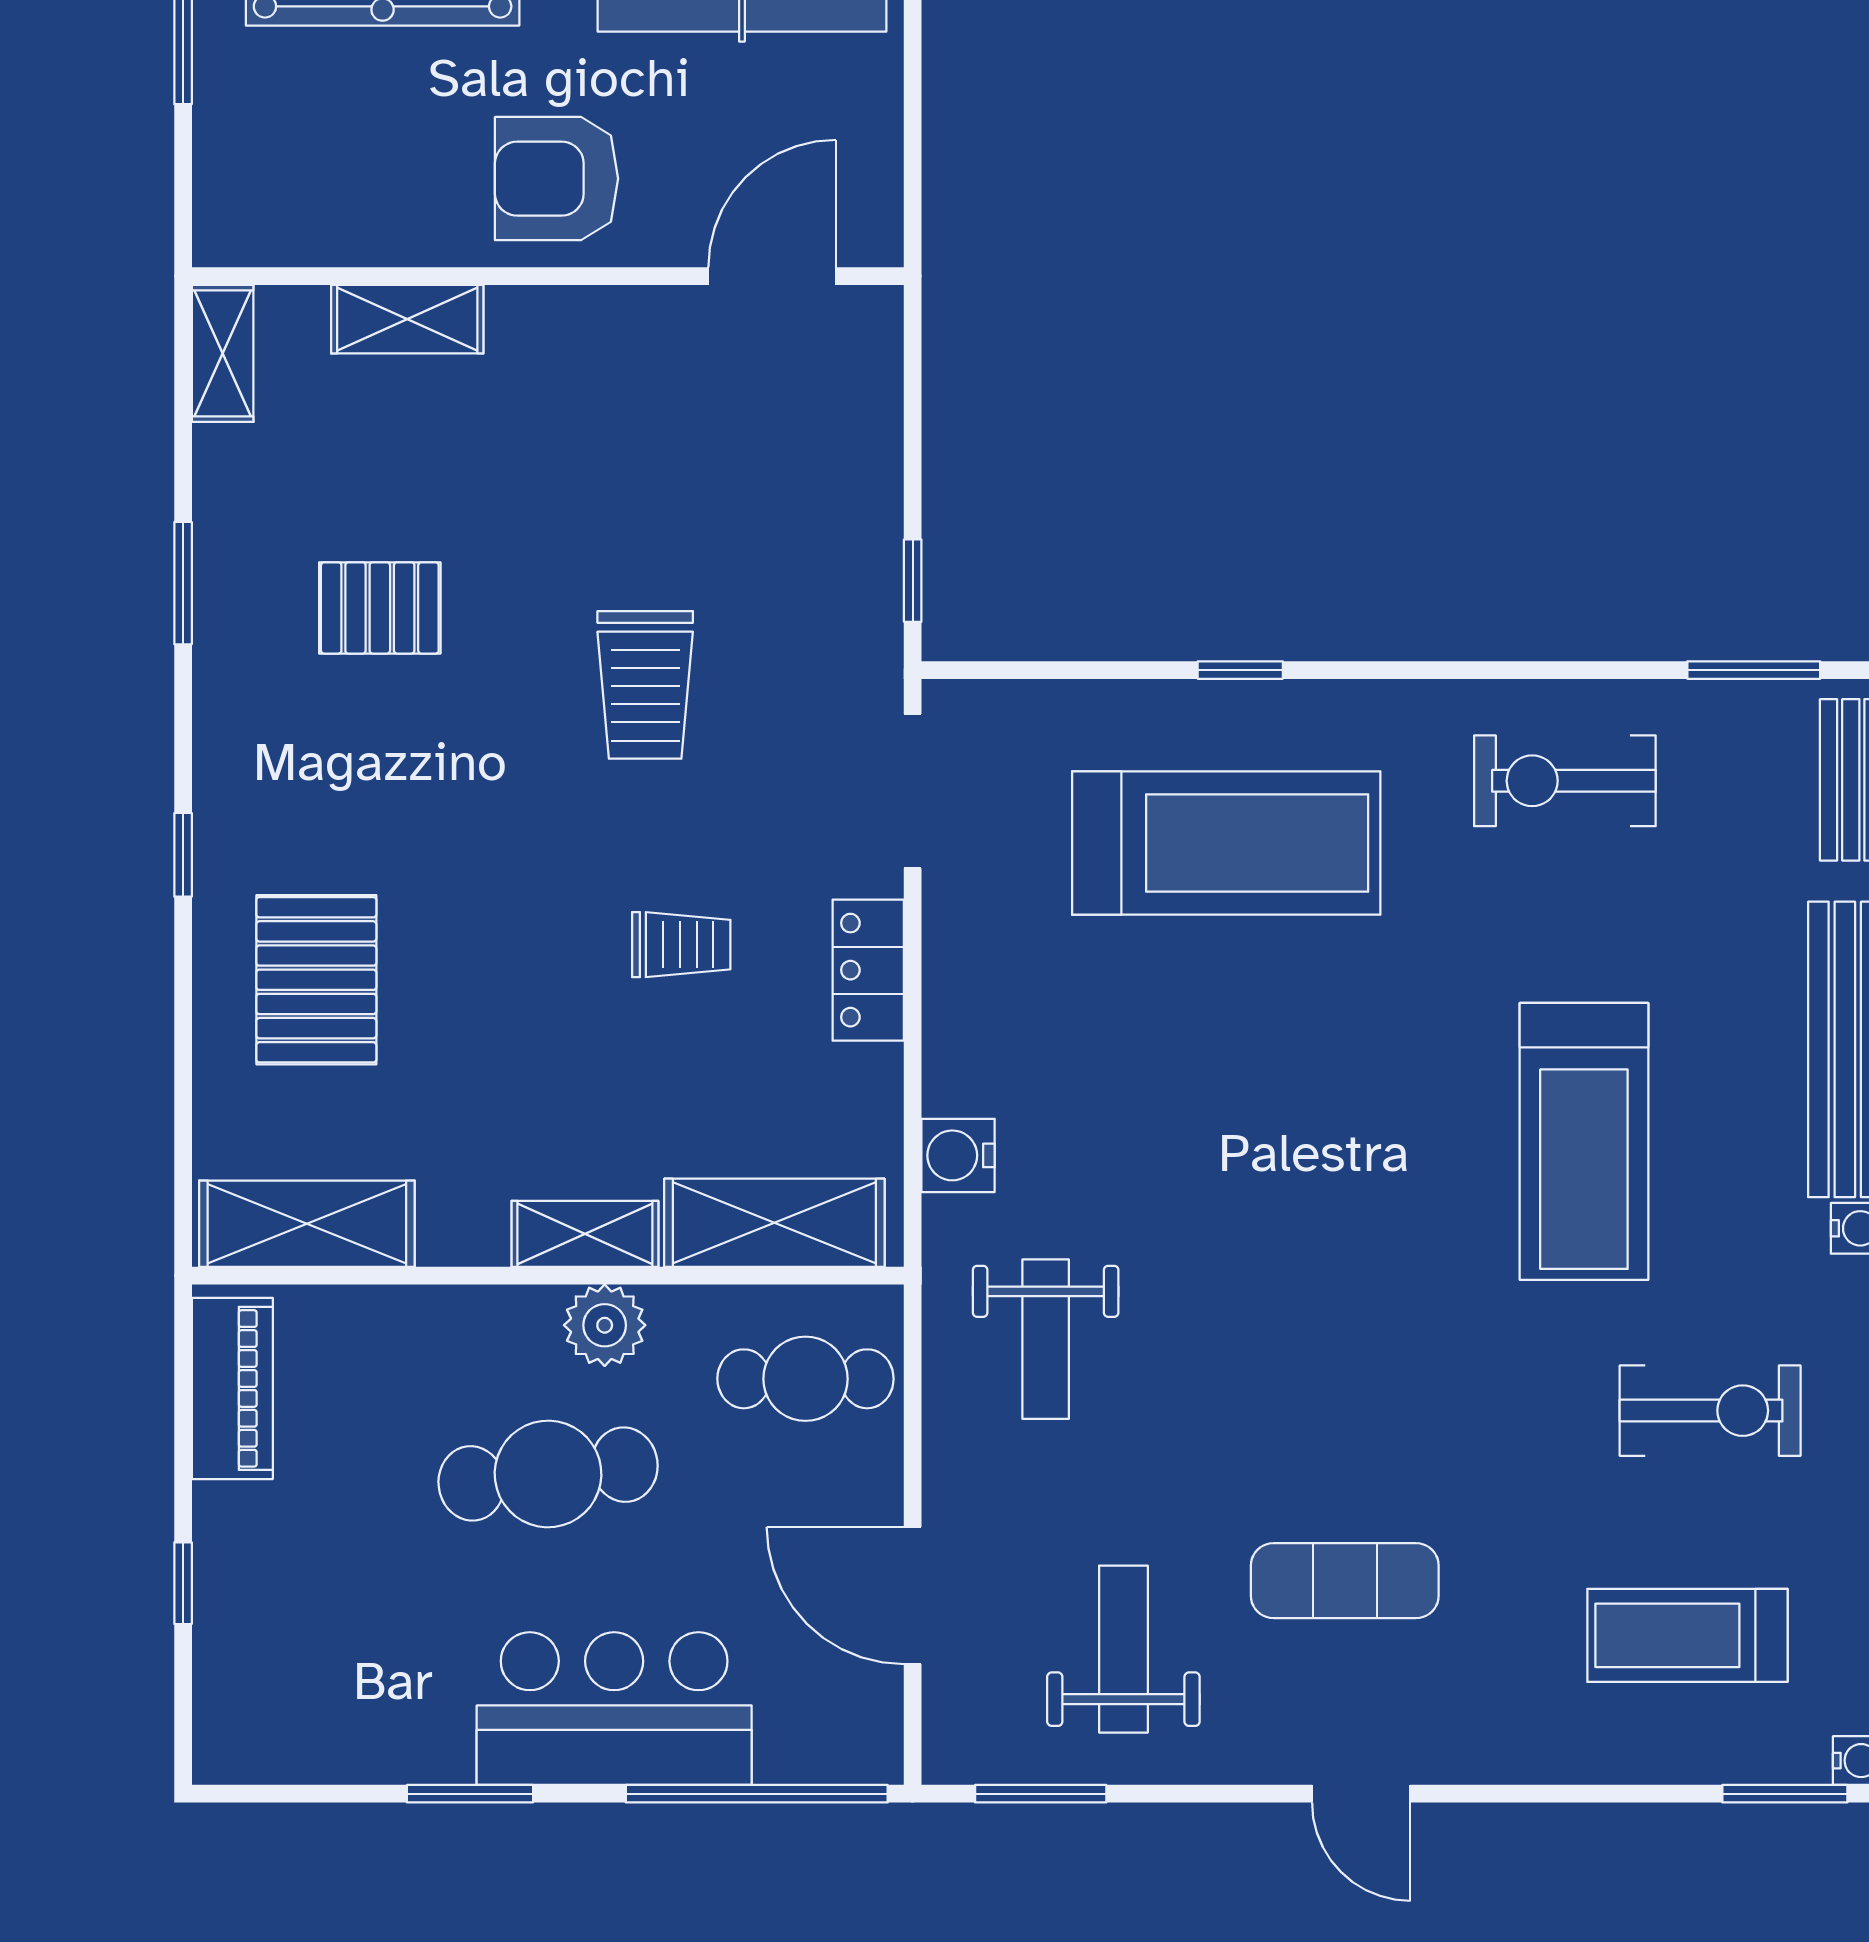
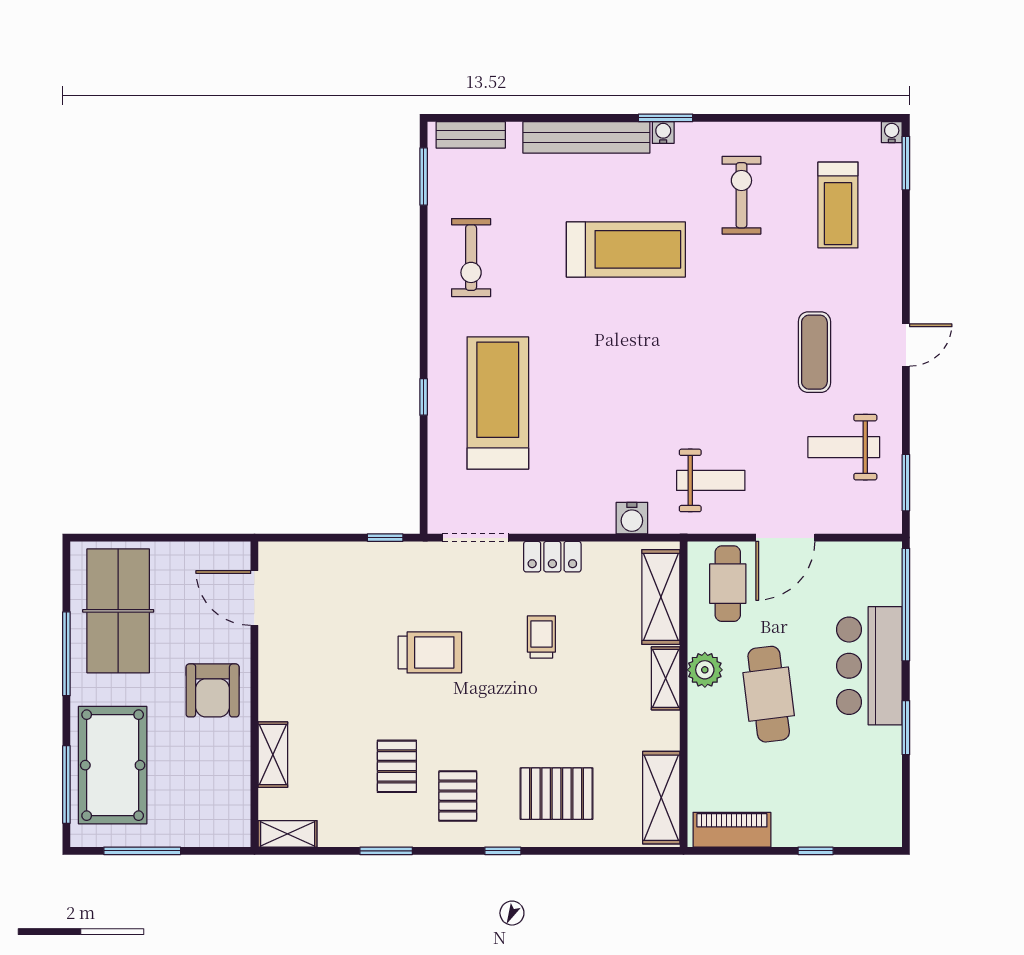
pallet: (311, 750) -> (458, 796), added
door: (913, 1595) -> (785, 538), moved

